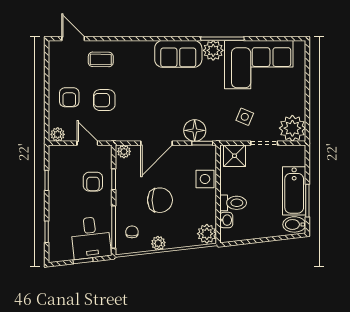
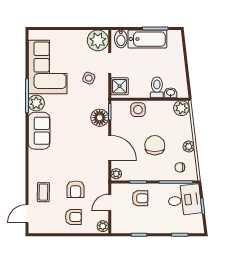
bidet: (294, 224) -> (121, 39), moved

